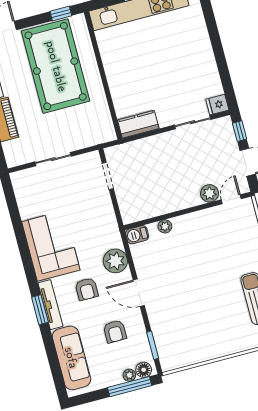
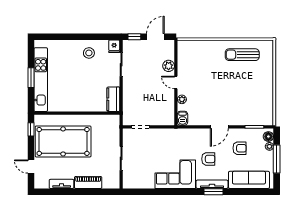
stool: (197, 70) -> (89, 53), added
door: (231, 199) -> (176, 83), moved
plant: (115, 261) -> (195, 136), removed
window: (130, 387) -> (277, 159), moved

